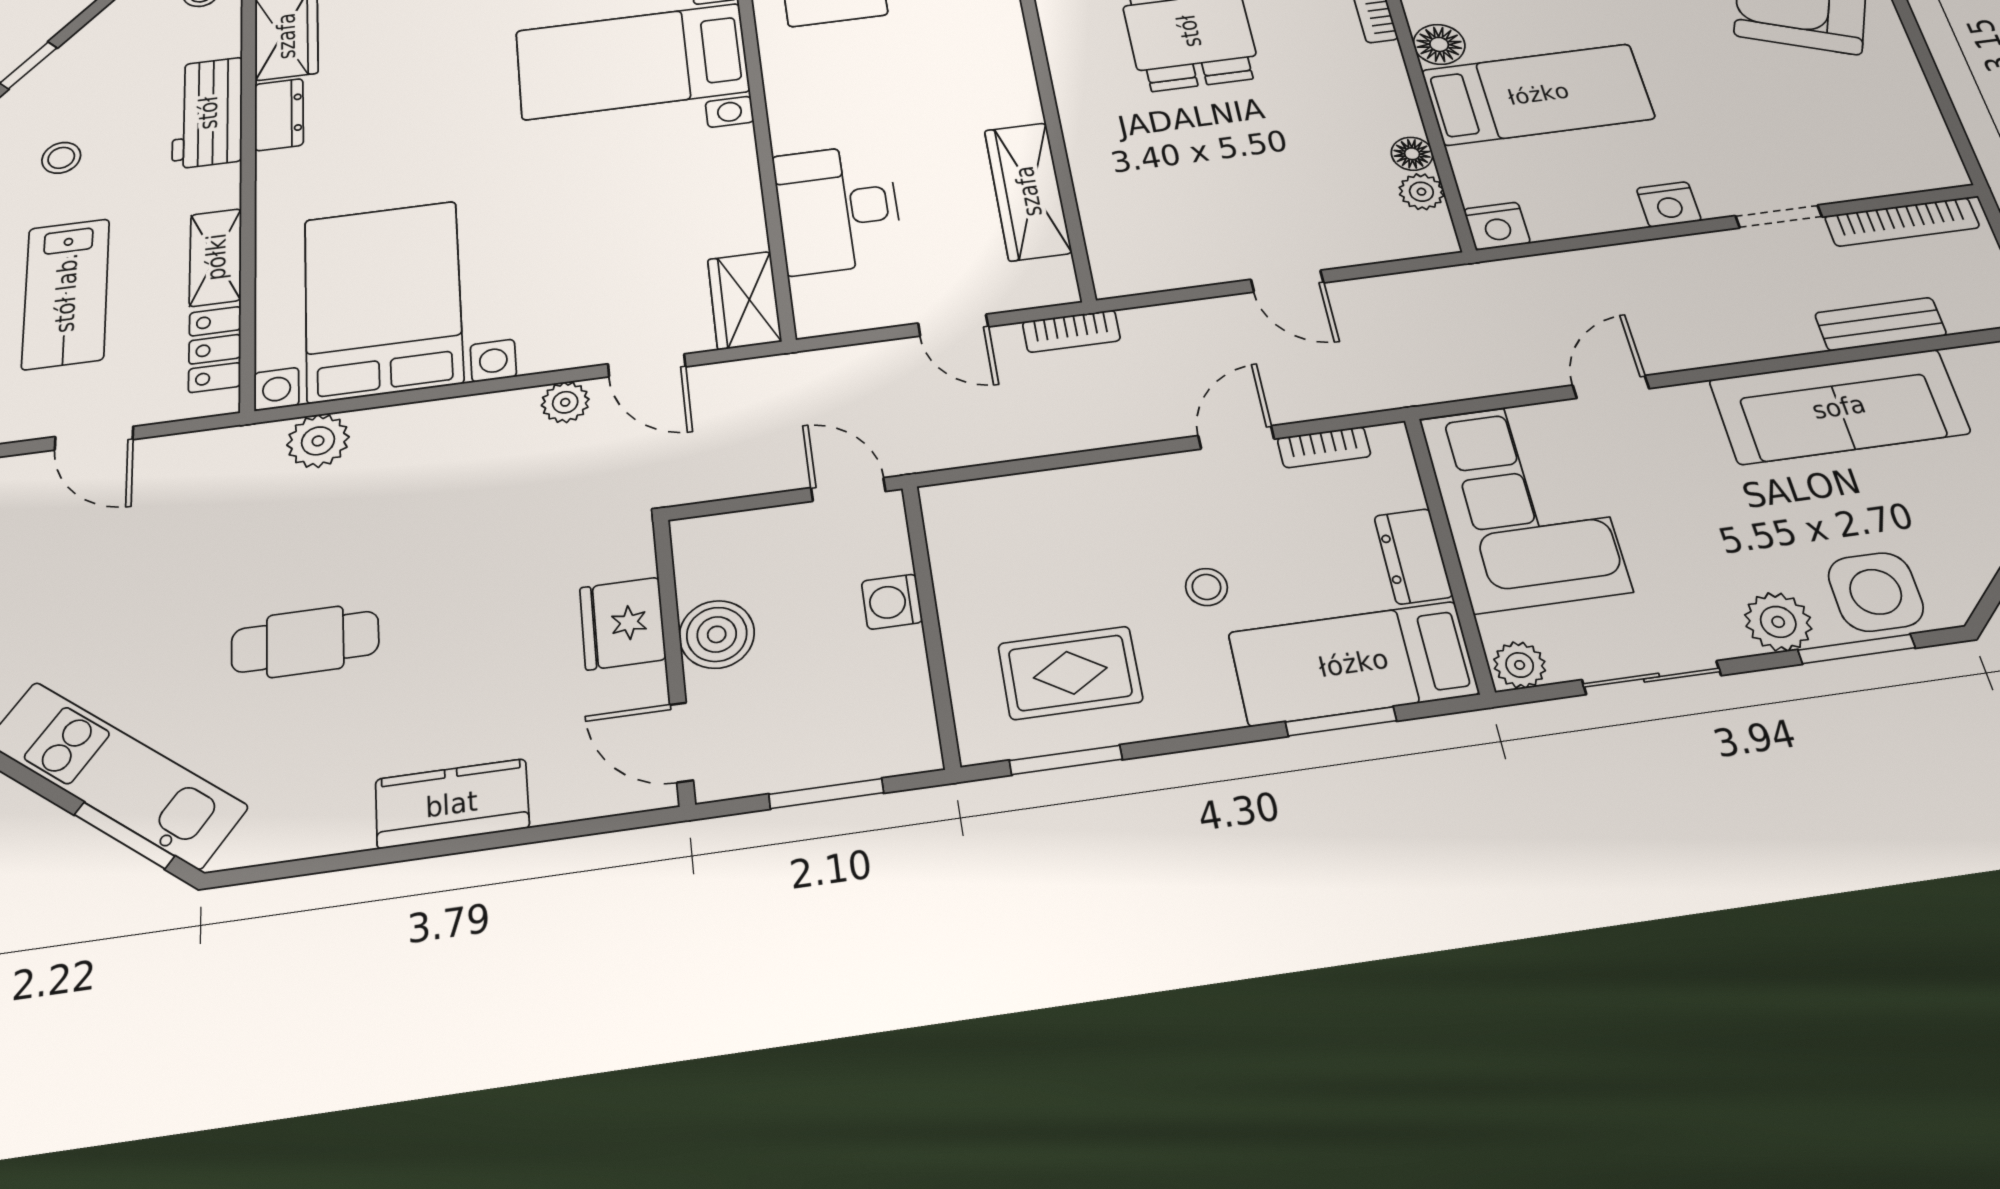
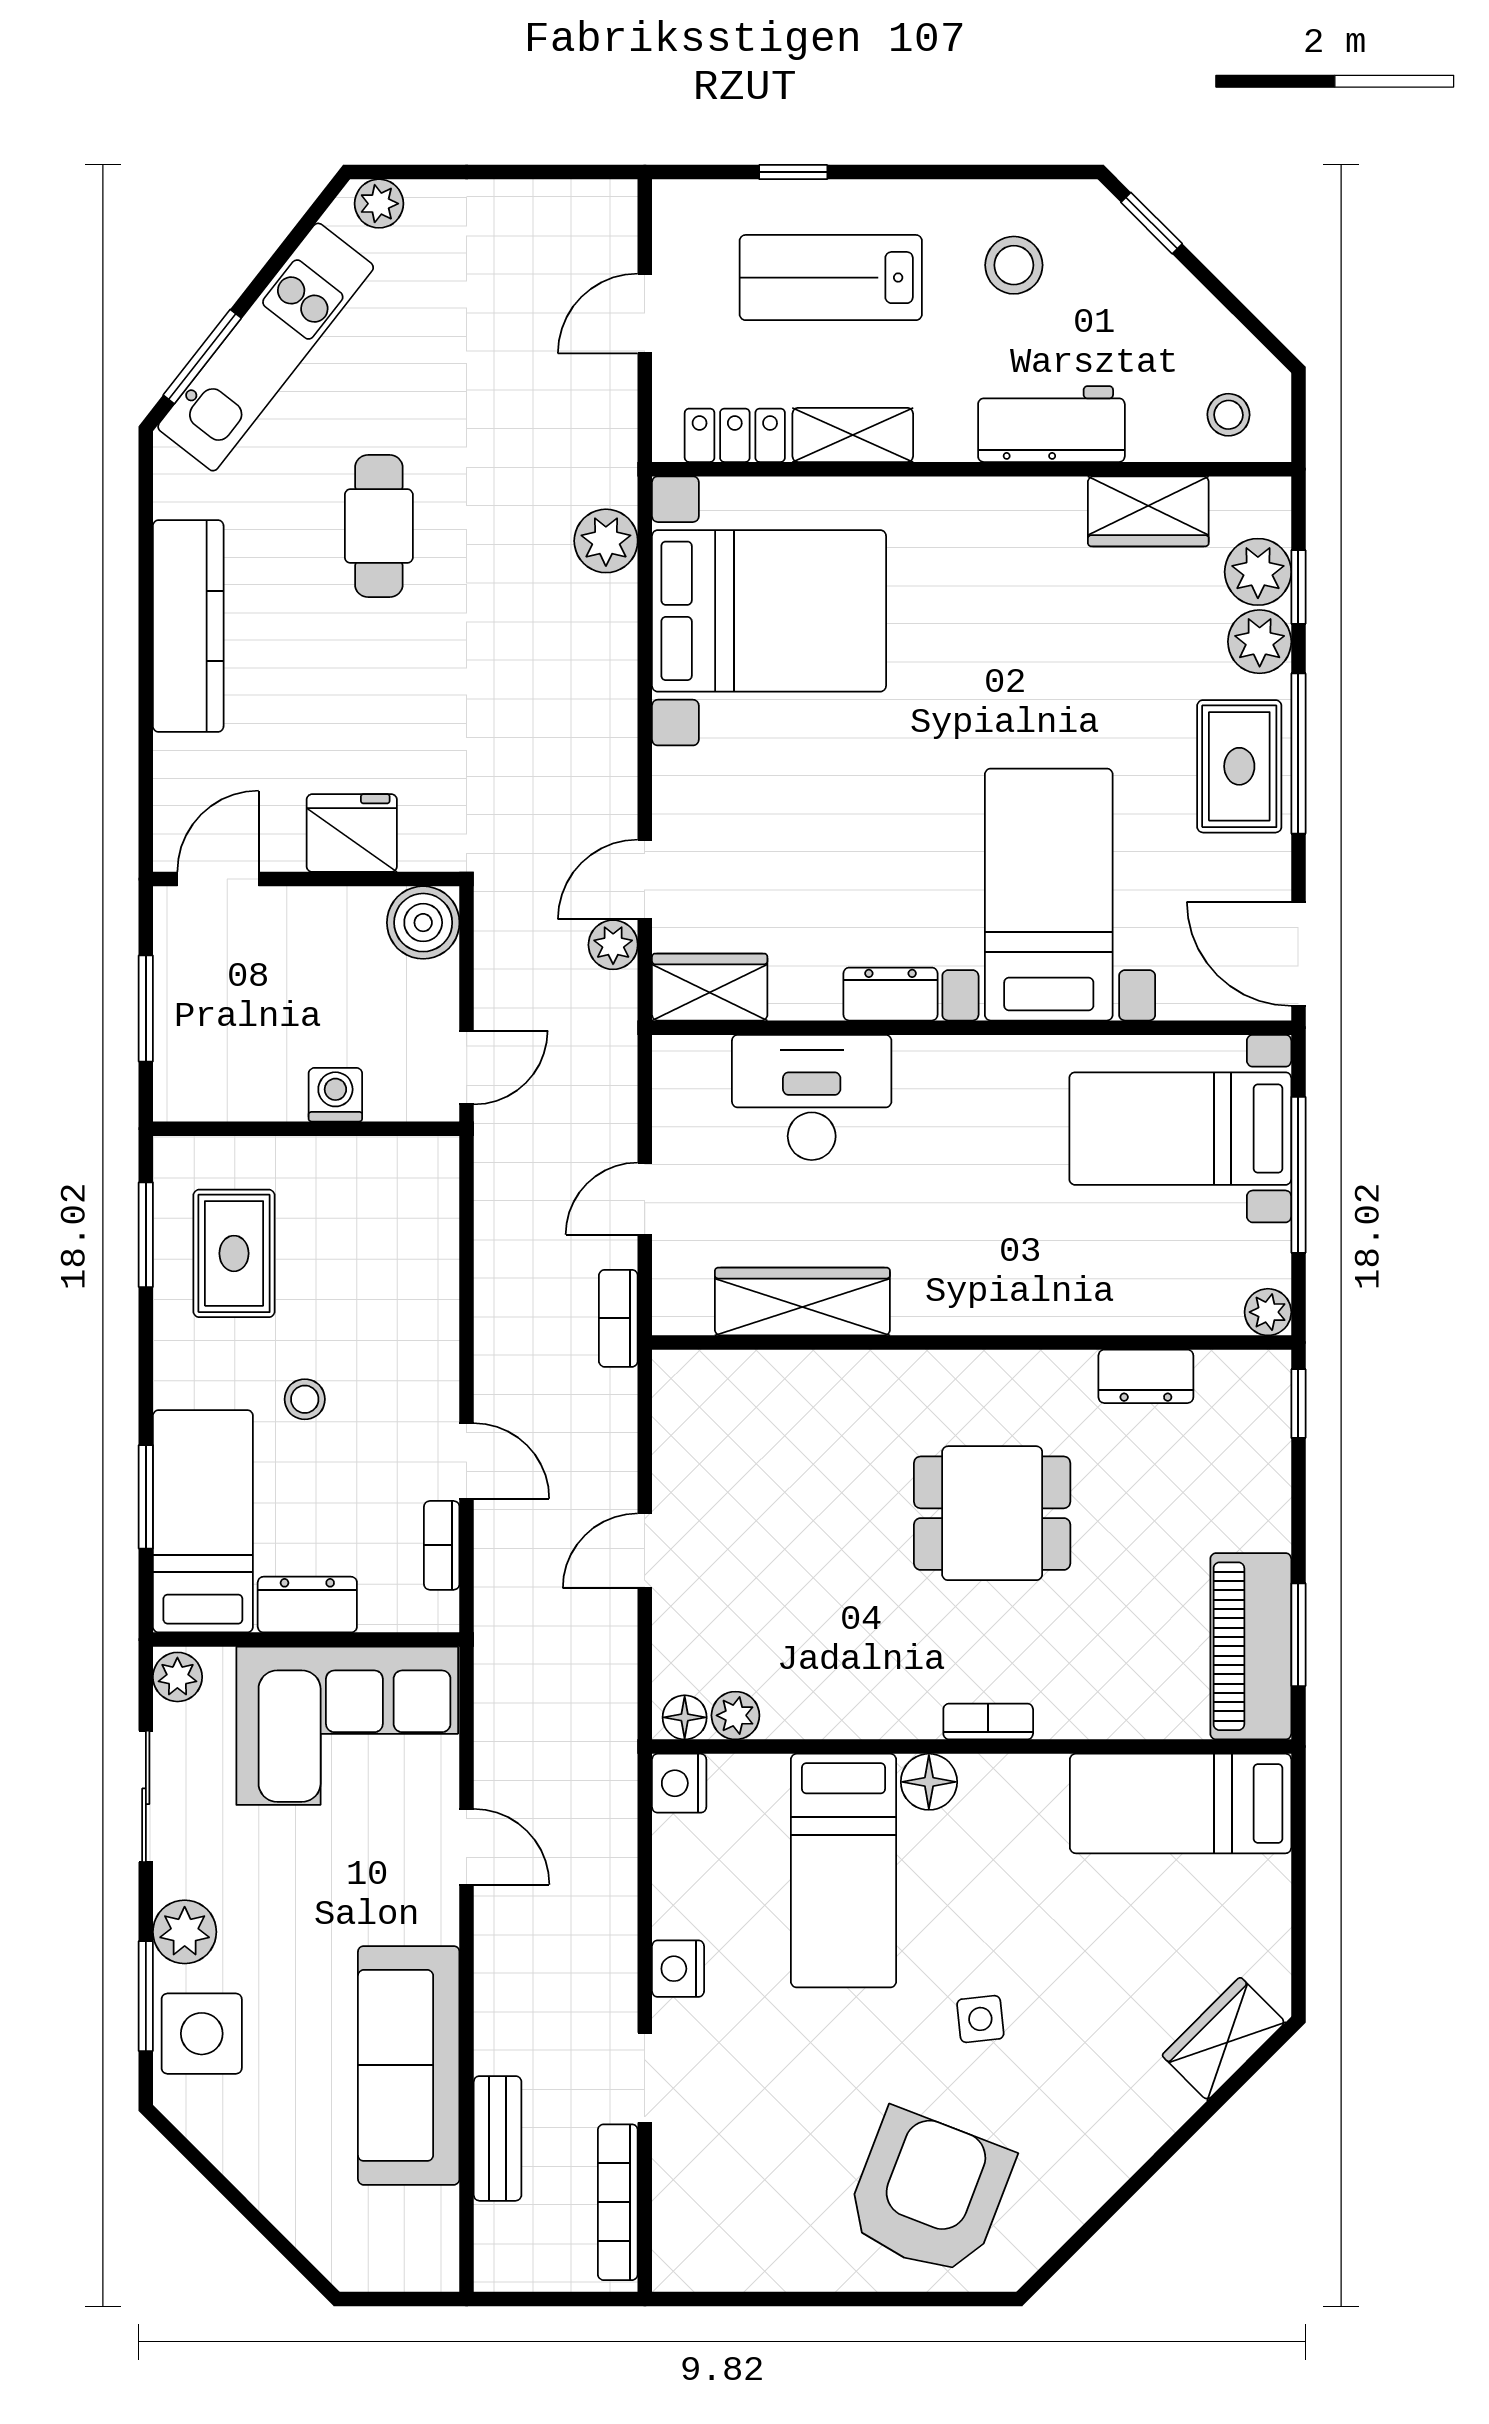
dresser: (279, 115) -> (890, 994), moved, turned 180
floor lamp: (1412, 154) -> (685, 1717), moved
stool: (61, 158) -> (1014, 265), width x1.37, depth x1.37
plant: (565, 402) -> (613, 945), moved
boiler: (717, 634) -> (423, 923), moved
kitchen counter: (452, 804) -> (188, 626), width x1.50

